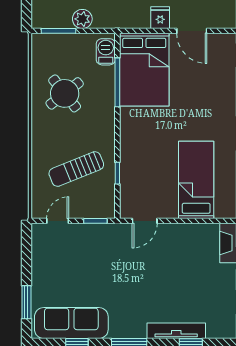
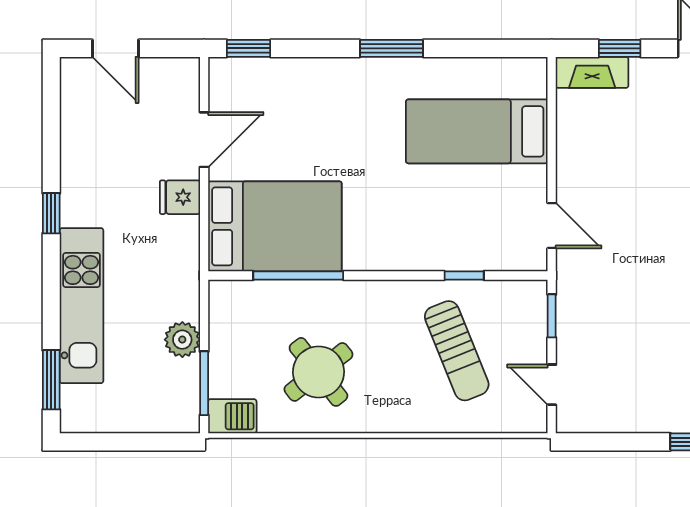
barbecue: (106, 52) -> (232, 416), moved, turned 180

